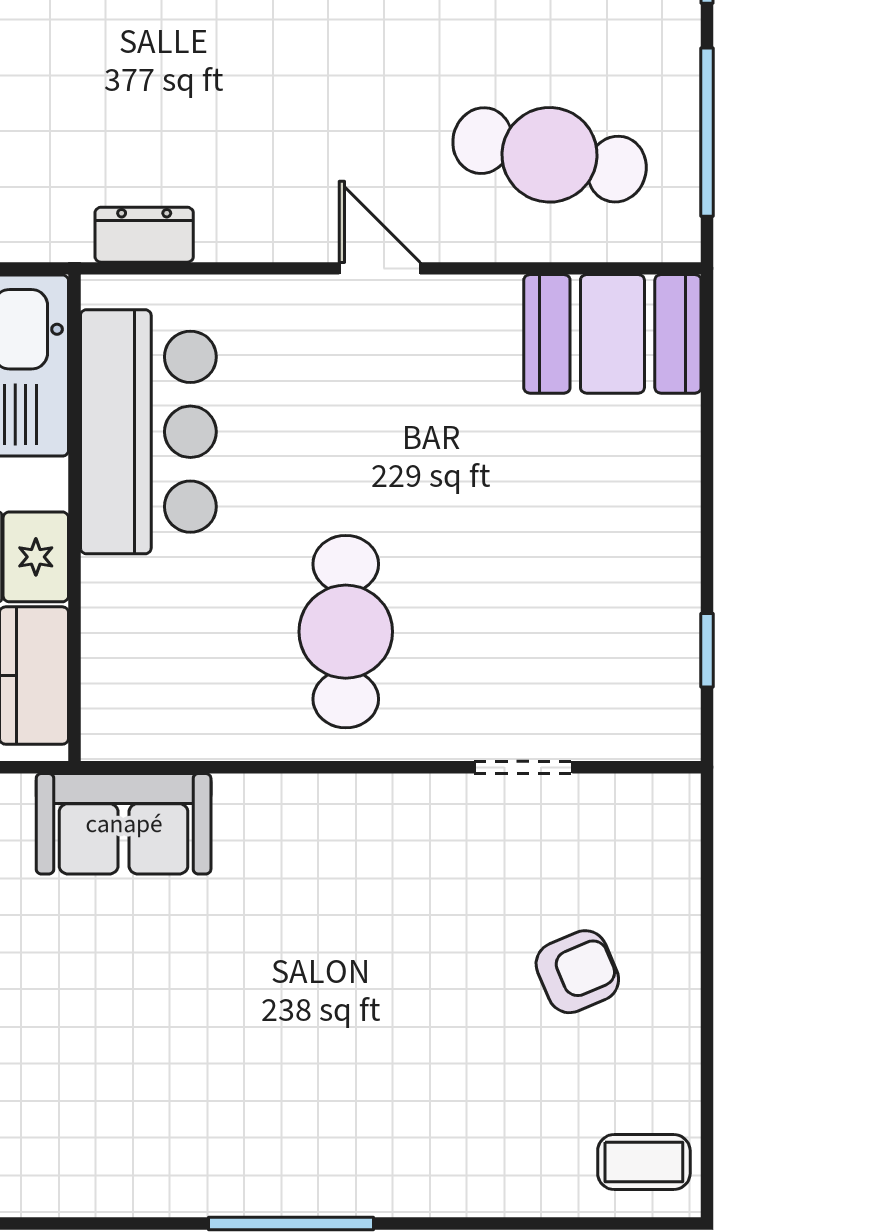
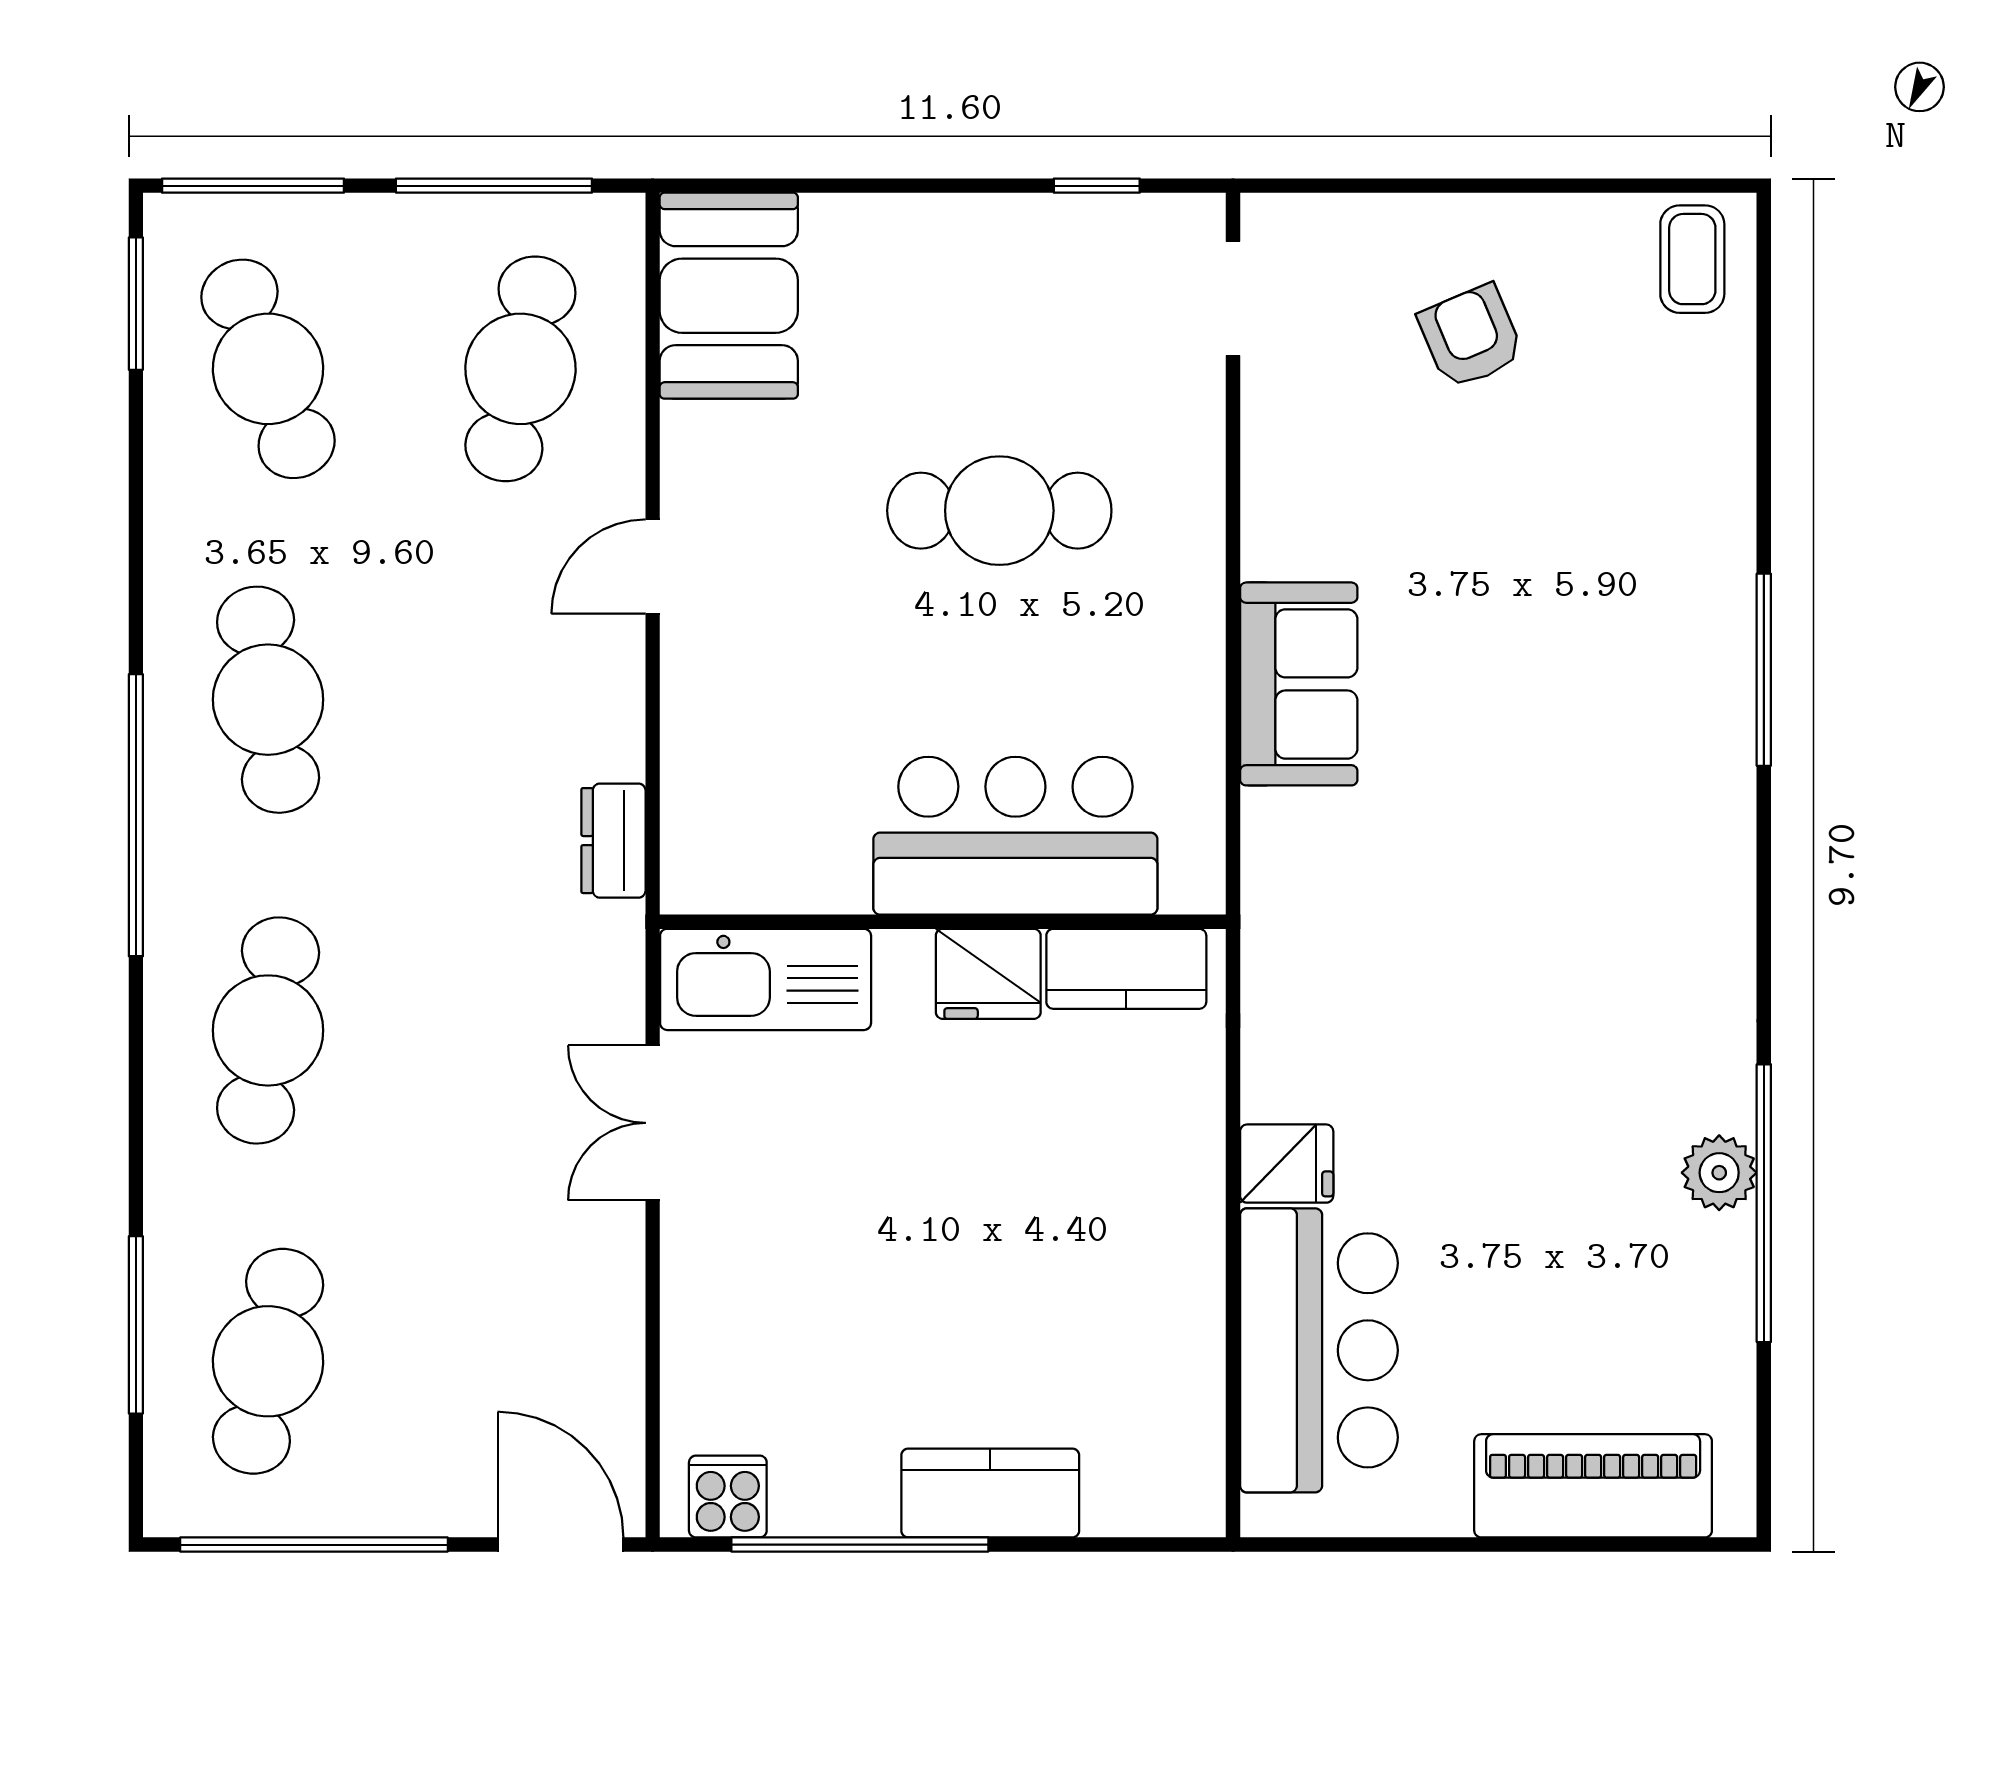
bar counter: (148, 432) -> (1015, 836), moved
cafe table: (346, 632) -> (999, 511), moved
doorway: (523, 767) -> (1233, 298), moved
sofa: (124, 824) -> (1299, 684), moved

